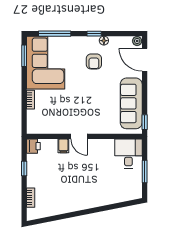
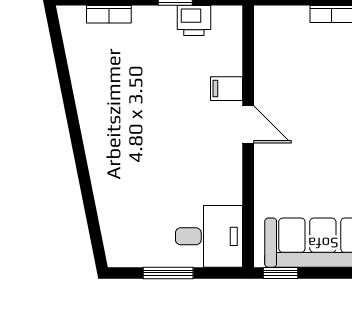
door: (79, 136) -> (248, 124), swing flipped
printer: (33, 146) -> (194, 20), moved

